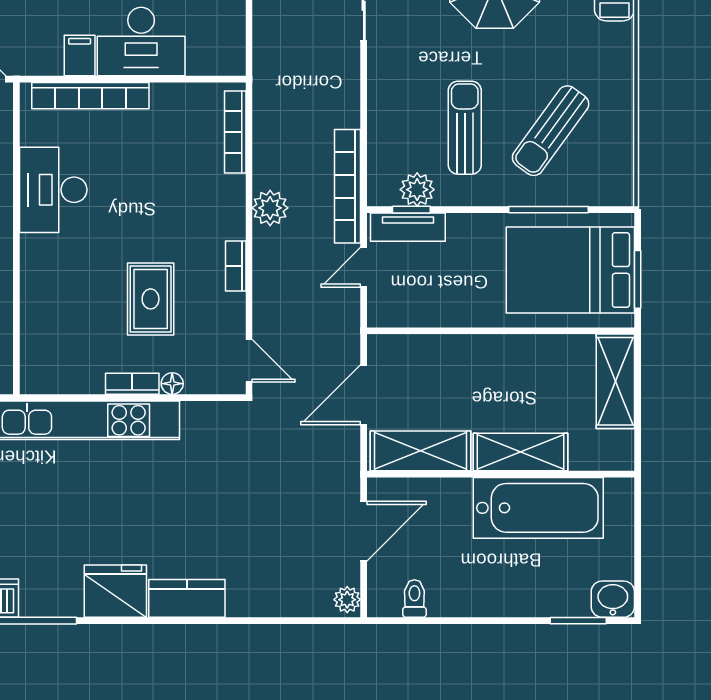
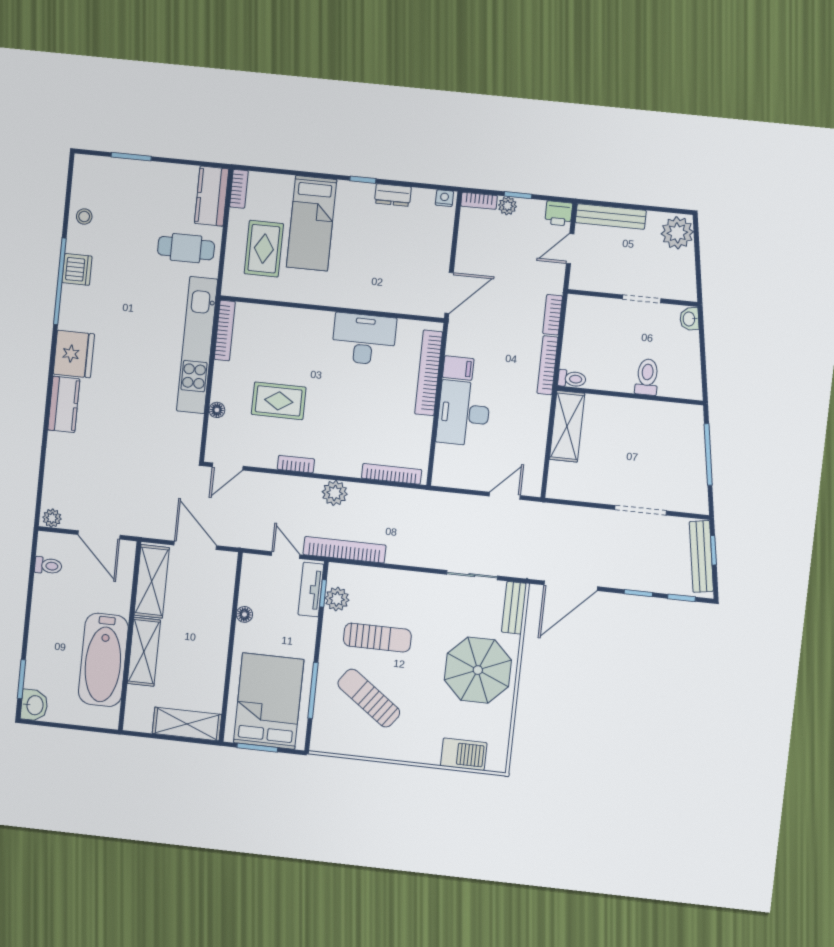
floor lamp: (453, 316) -> (244, 614), added
bookcase: (132, 384) -> (225, 331), moved, width x1.56

